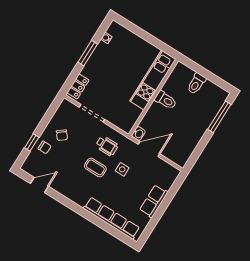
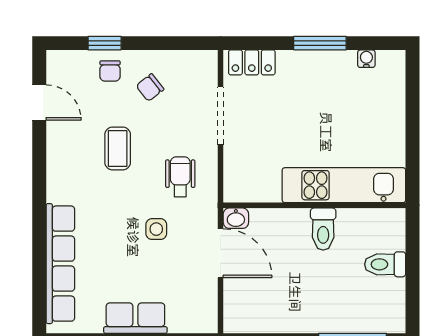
wheelchair: (107, 146) -> (180, 177), turned 180
coffee table: (95, 167) -> (118, 148), moved

